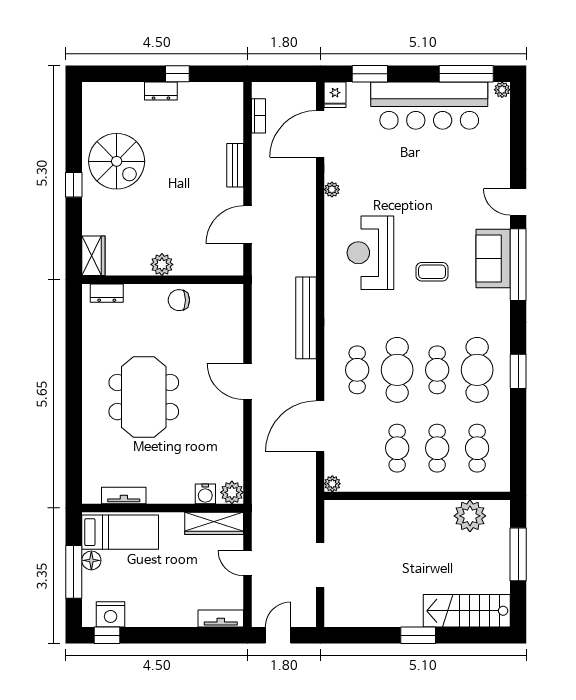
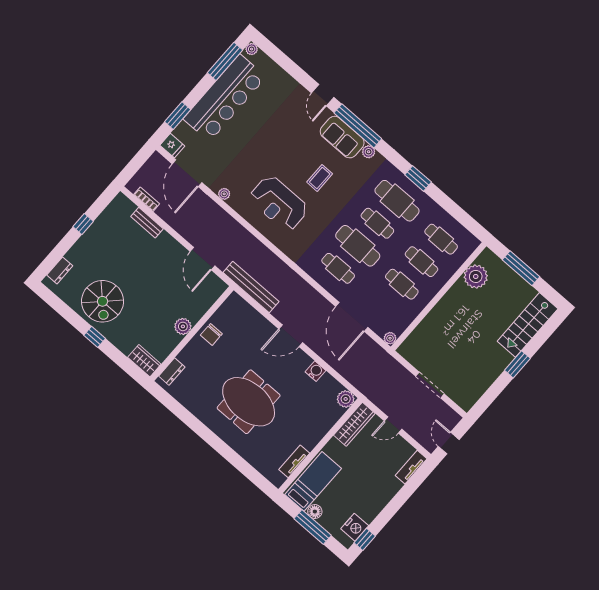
dresser: (161, 91) -> (60, 270), moved
spiral stairs: (117, 161) -> (103, 301), turned 90
bench: (235, 165) -> (147, 223), moved
door: (518, 202) -> (323, 95), hinge flipped
plant: (501, 298) -> (369, 152), added
bench: (306, 318) -> (251, 287), moved
water cooler: (205, 494) -> (315, 371), moved, turned -90

